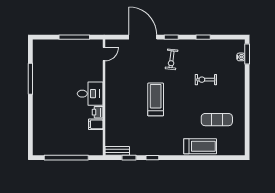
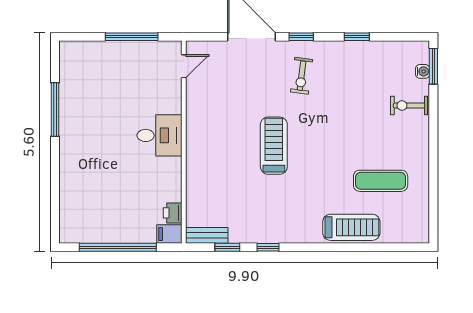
exercise bike: (206, 80) -> (409, 106), moved
printer: (98, 112) -> (173, 213), moved
filing cabinet: (96, 124) -> (169, 234), moved

